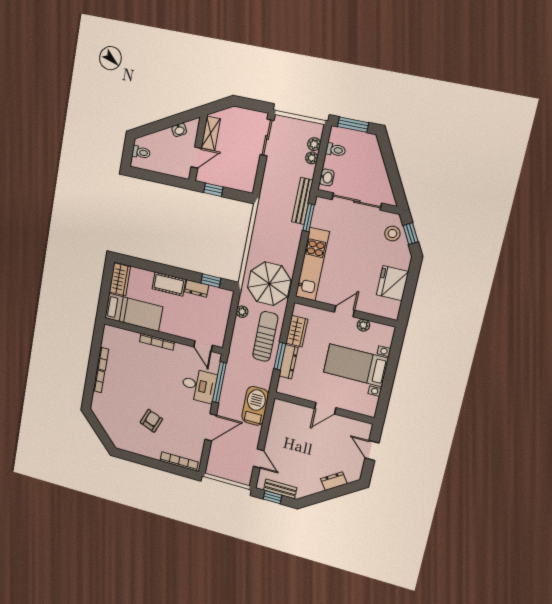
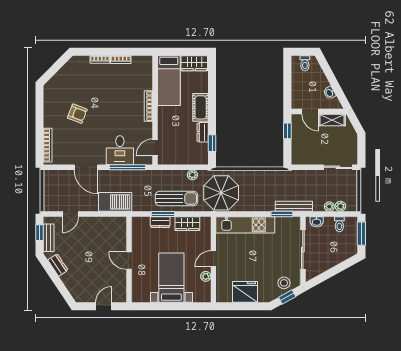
door: (344, 311) -> (213, 259), swing flipped
dresser: (288, 362) -> (160, 222), width x0.70
dresser: (334, 481) -> (58, 265), moved

